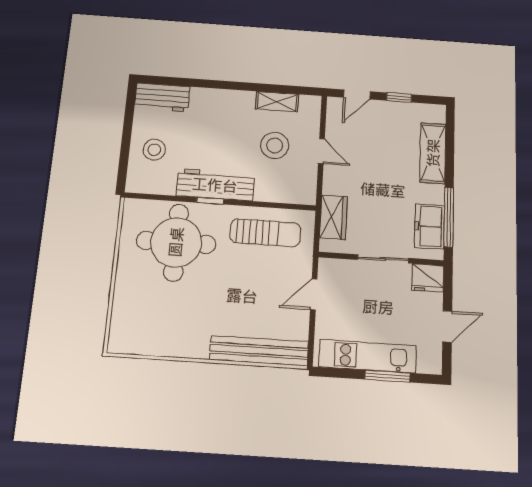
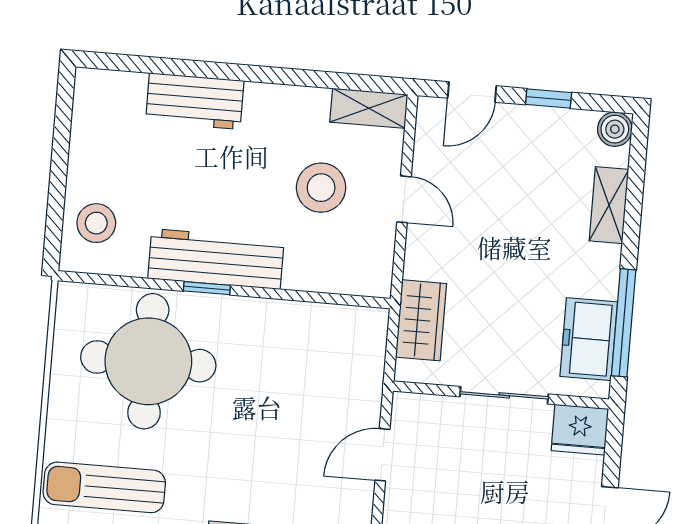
workbench: (162, 97) -> (195, 101), moved
shelving: (277, 102) -> (369, 108), moved
boiler: (436, 113) -> (615, 129), added
stool: (154, 150) -> (96, 223), moved
shelving: (433, 153) -> (609, 205), width x0.67, depth x0.75
sun lounger: (265, 233) -> (104, 487), moved, turned 180

